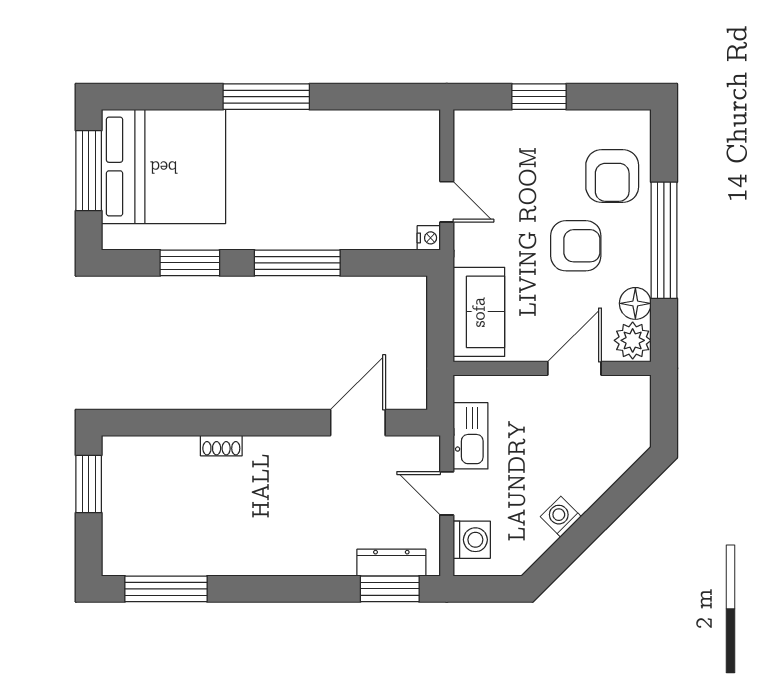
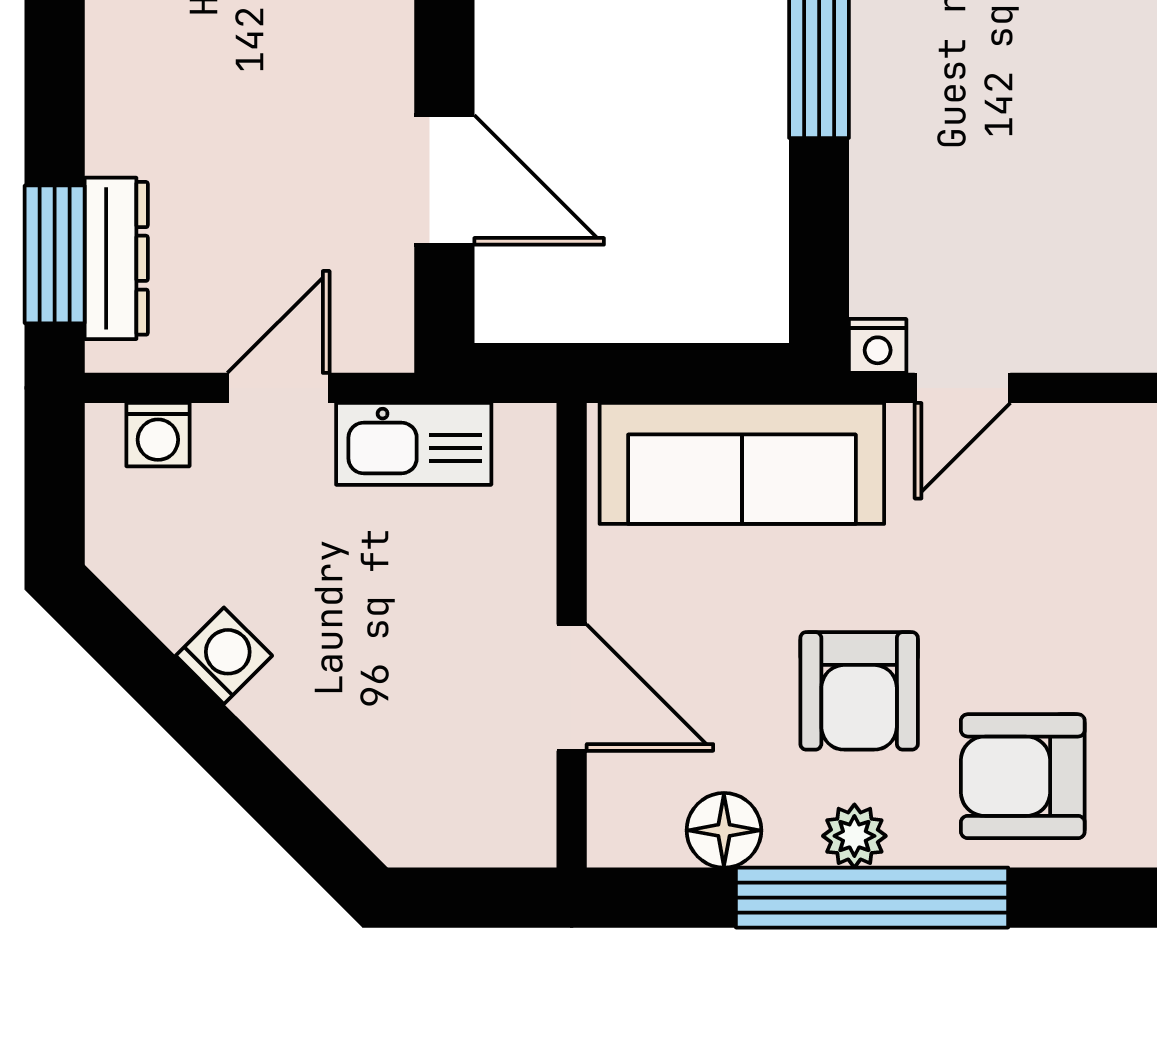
sofa: (479, 312) -> (742, 463), width x1.36
plant: (633, 340) -> (854, 836), moved, width x0.73, depth x0.73
washing machine: (472, 540) -> (158, 435), width x0.73, depth x0.73

